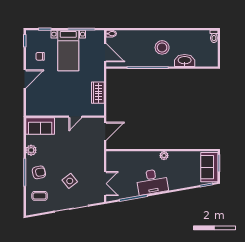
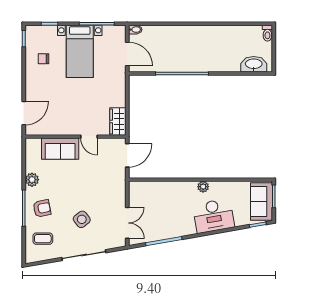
stool: (162, 47) -> (201, 47), removed
washbasin: (185, 61) -> (254, 64), moved
door: (25, 79) -> (24, 113), moved
wardrobe: (98, 93) -> (118, 121), moved
door: (75, 117) -> (89, 137), hinge flipped
sofa: (40, 126) -> (60, 149), moved
desk: (152, 182) -> (214, 216), moved

